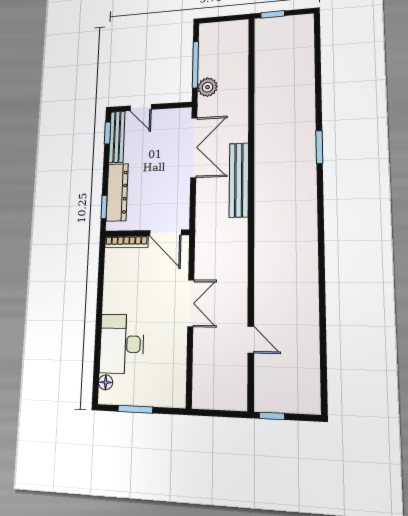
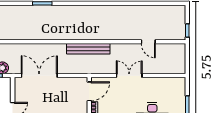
bench: (239, 180) -> (88, 49), moved
door: (251, 340) -> (148, 42), swing flipped

